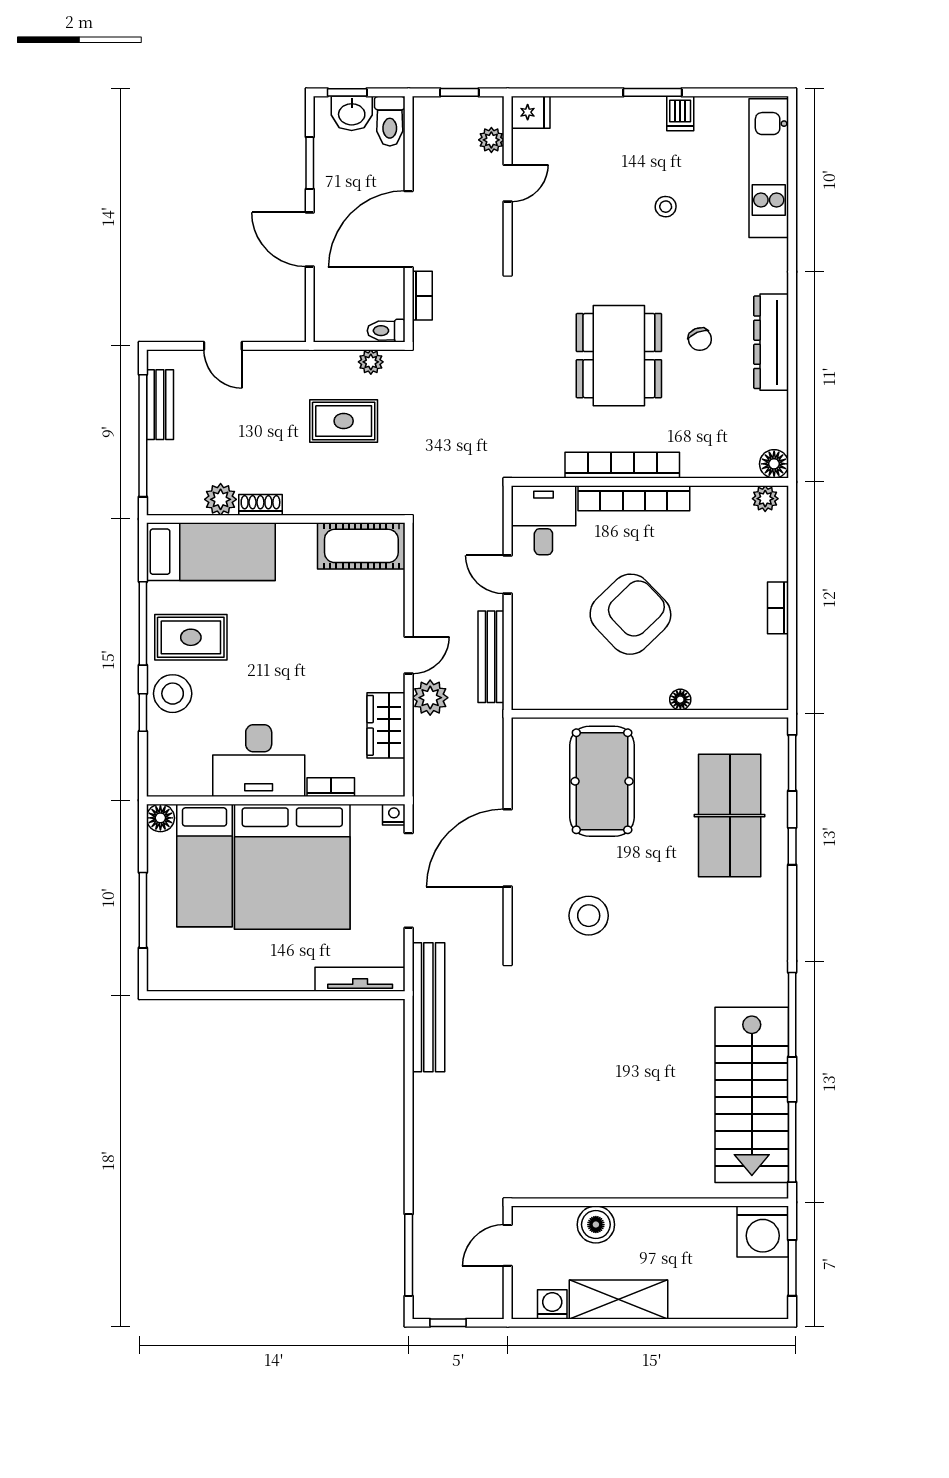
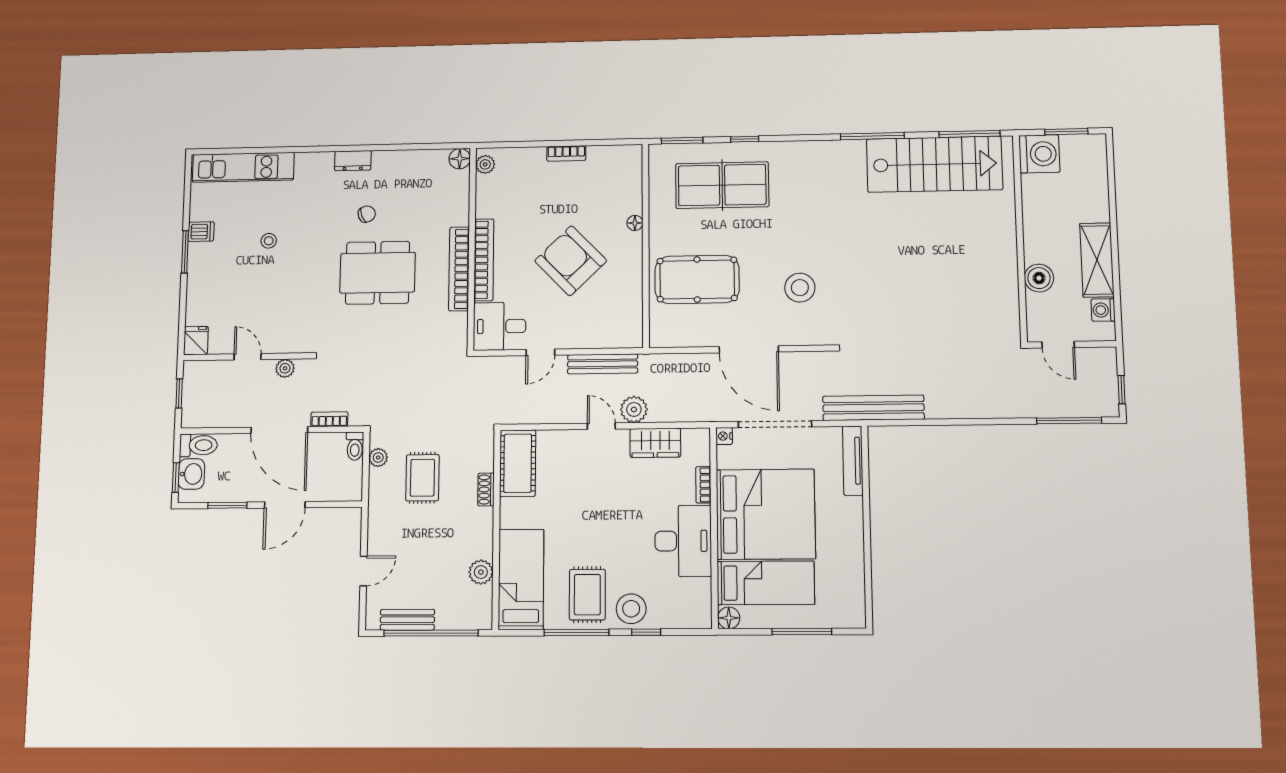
plant: (491, 140) -> (285, 368), moved
dresser: (771, 342) -> (353, 161), width x0.51, depth x0.80
shoe rack: (260, 505) -> (486, 489), moved

